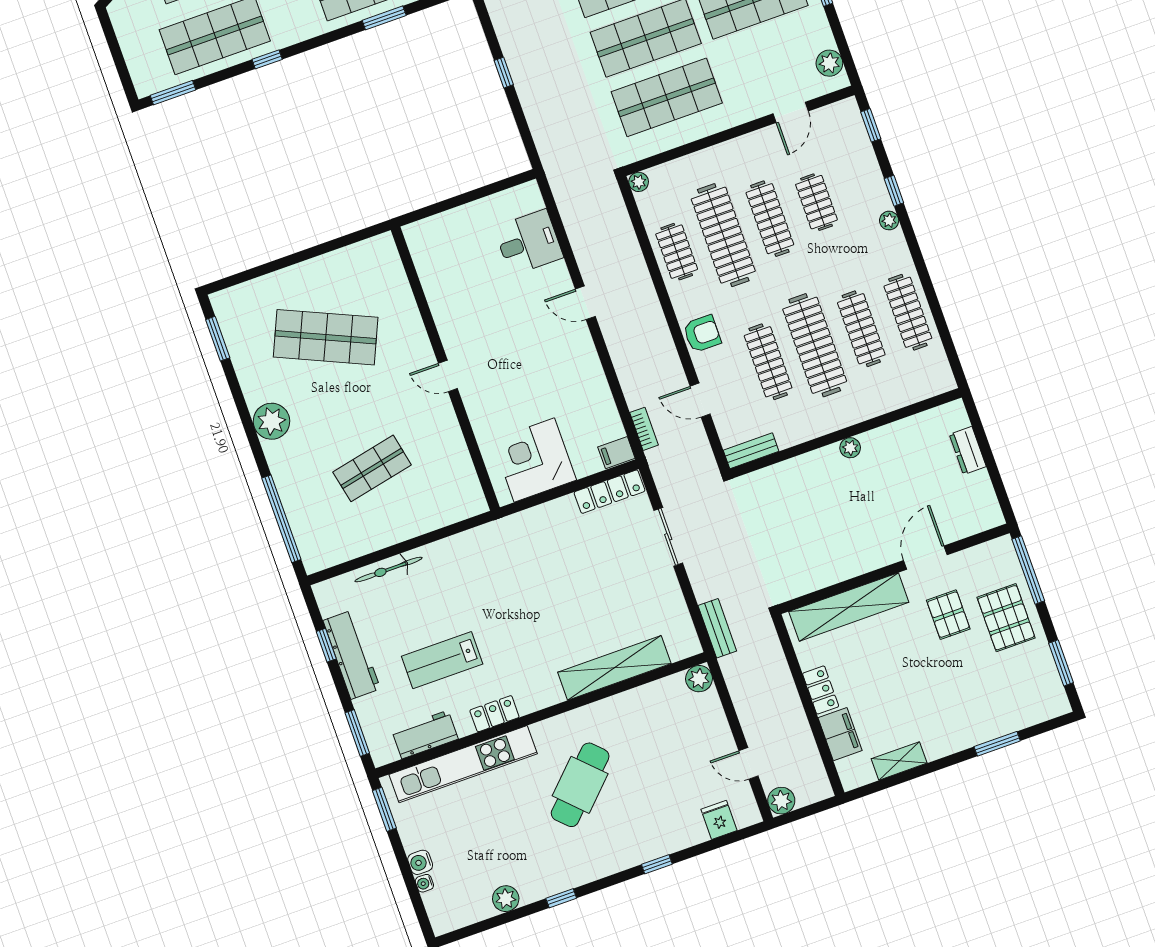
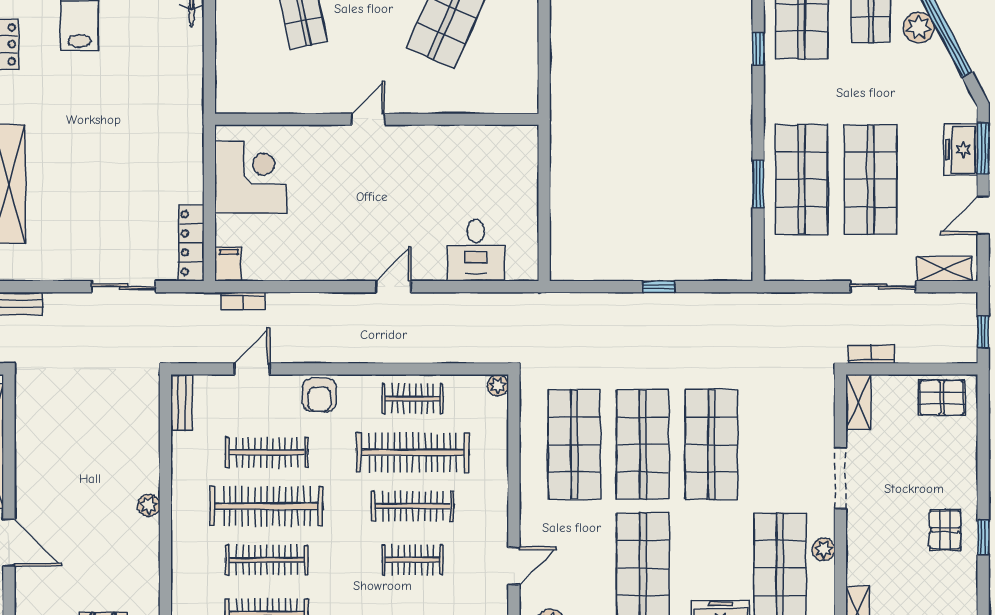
door: (791, 112) -> (514, 566), swing flipped

